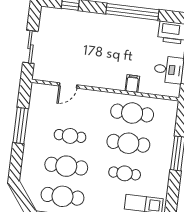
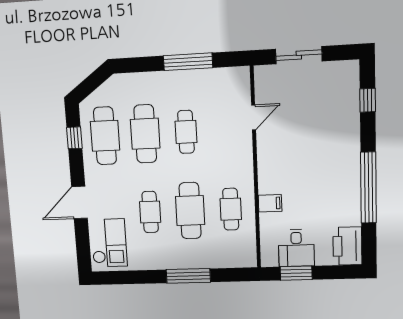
door: (68, 85) -> (254, 117), swing flipped
cafe table: (132, 113) -> (231, 209), width x0.73, depth x0.74

